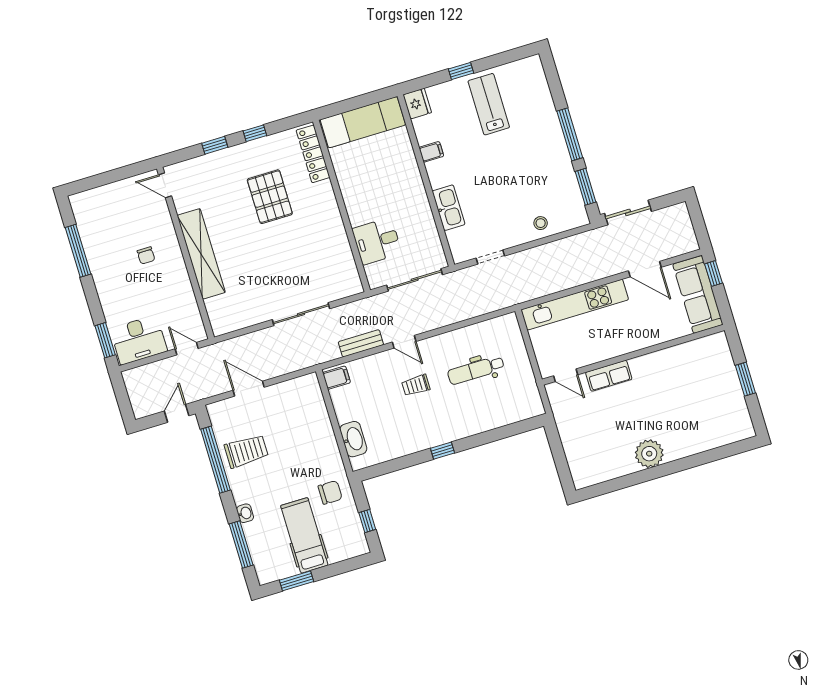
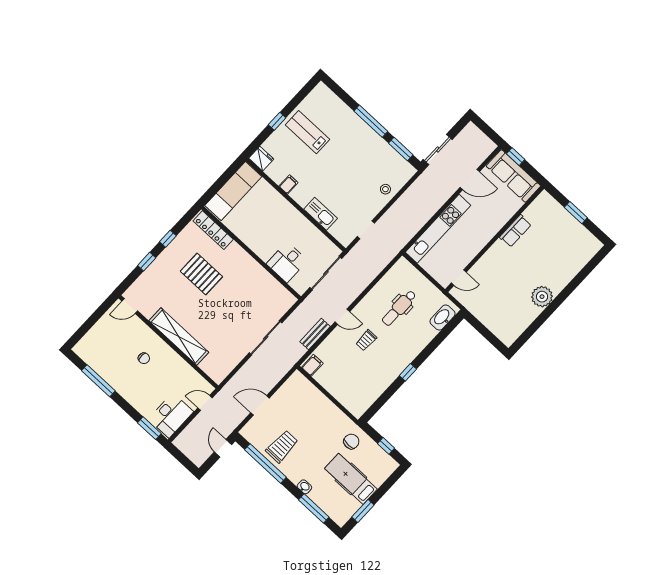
row of seats: (609, 376) -> (515, 231), moved
washbasin: (353, 439) -> (443, 318), moved, turned -90

